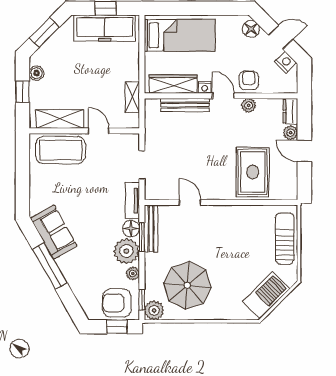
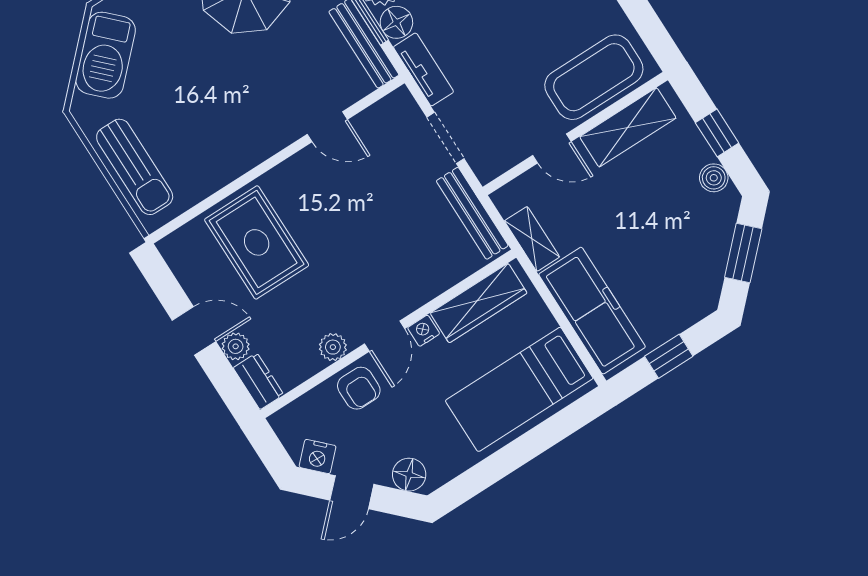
freezer: (105, 28) -> (592, 311), moved, turned 90
door: (223, 96) -> (385, 336), hinge flipped
bench: (185, 105) -> (472, 213), moved, turned 90

